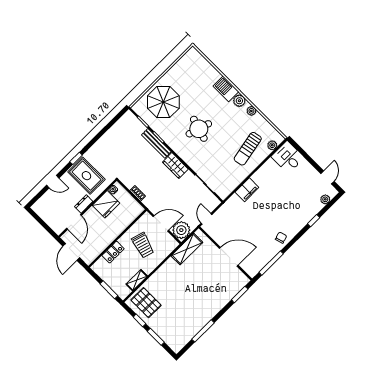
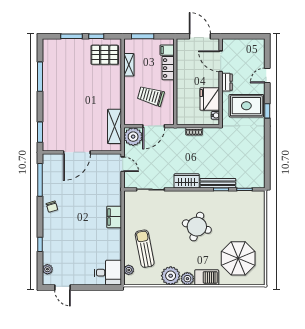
parasol: (163, 102) -> (238, 258), moved
plant: (251, 111) -> (171, 276), width x1.87, depth x1.87
filing cabinet: (102, 265) -> (167, 50), added

